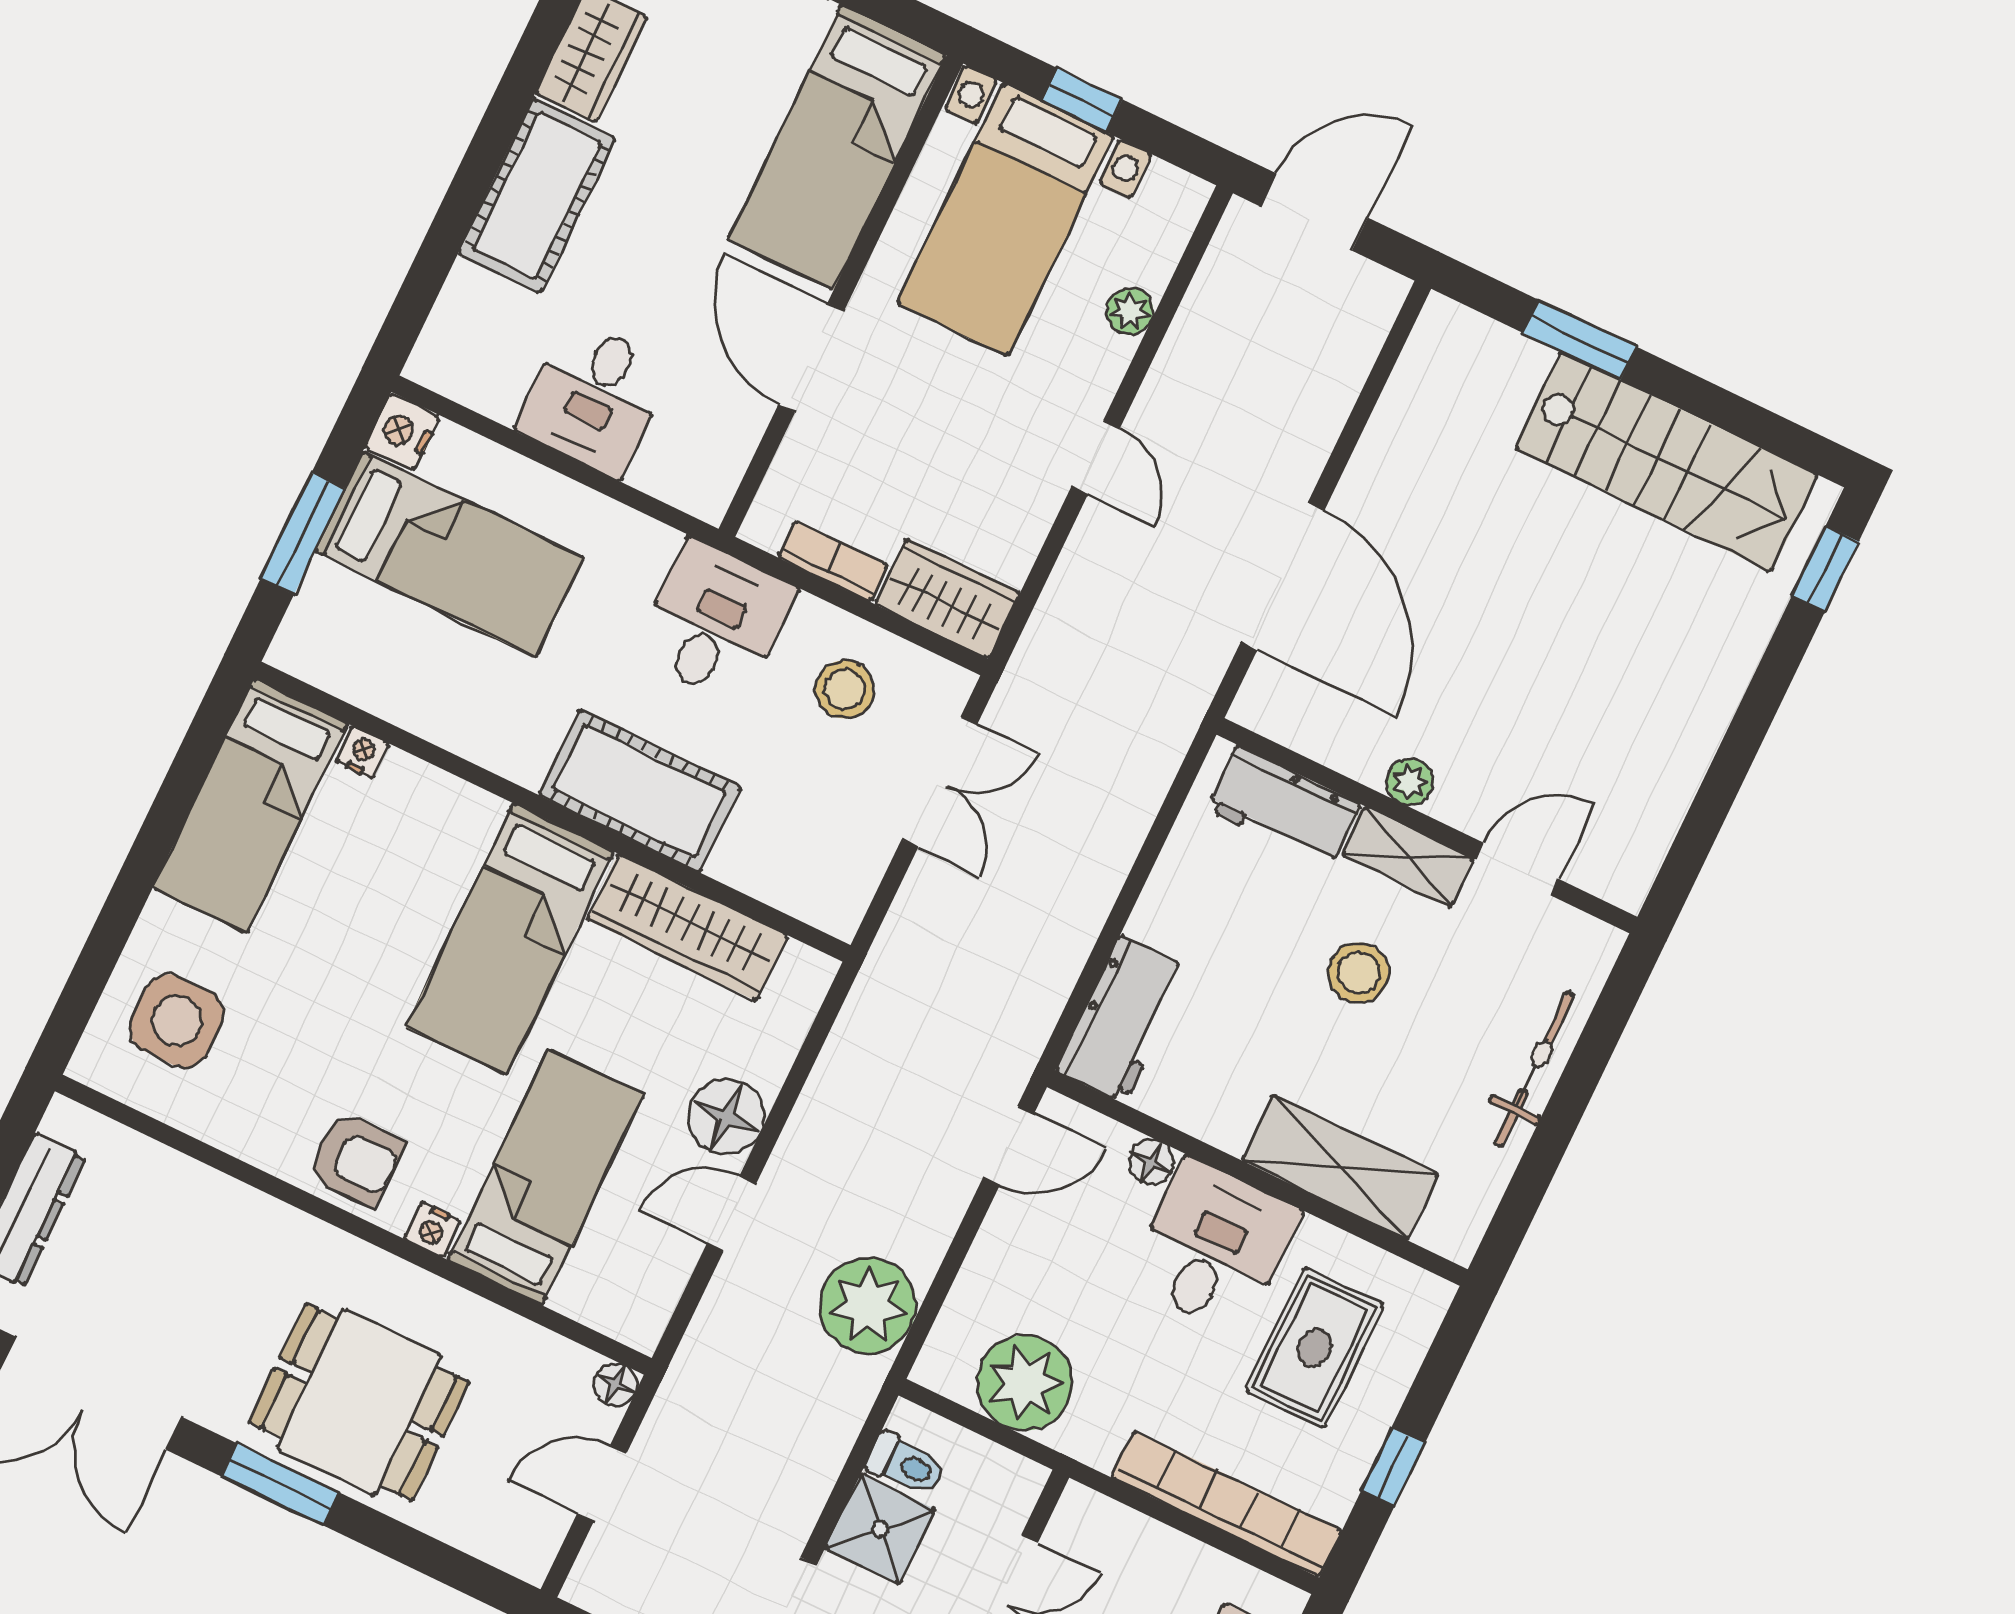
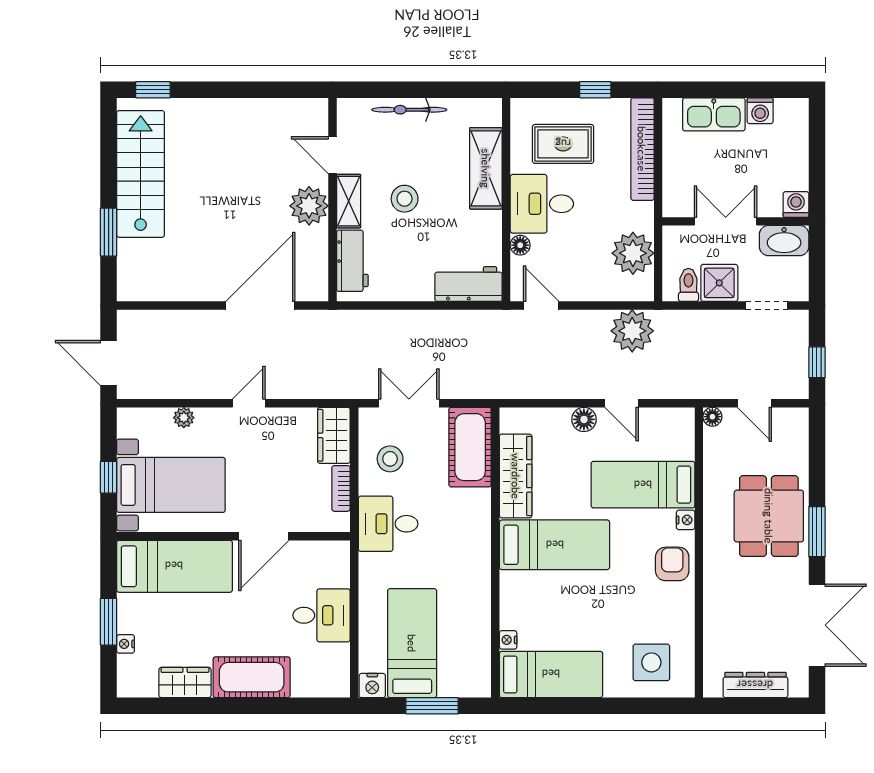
plant: (1410, 782) -> (309, 206), width x1.87, depth x1.87
cot: (640, 791) -> (470, 447), moved
floor lamp: (726, 1117) -> (584, 419), width x0.73, depth x0.73

